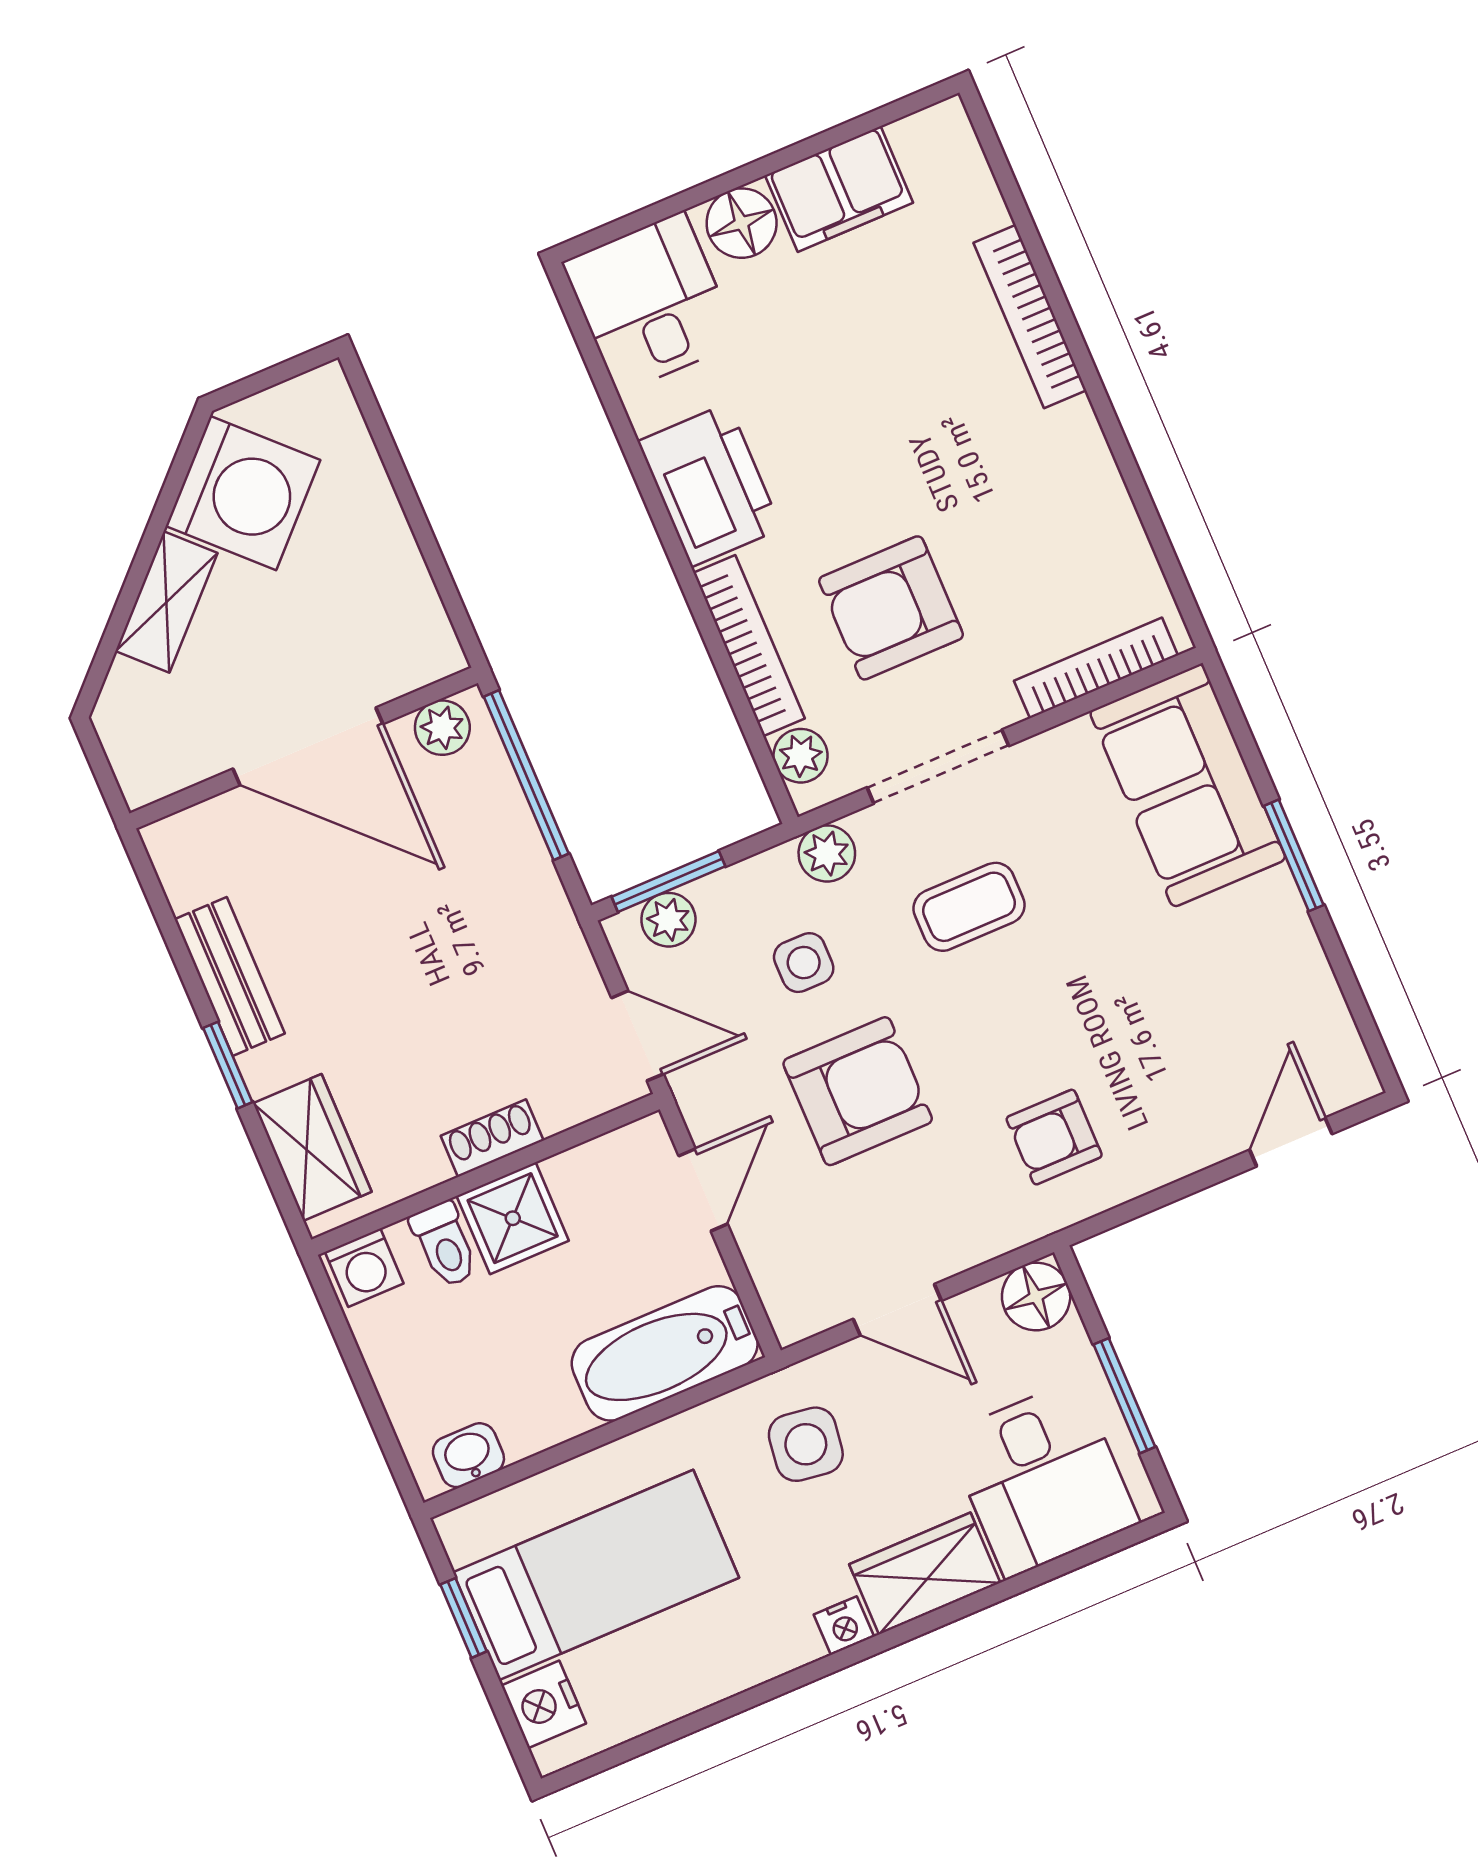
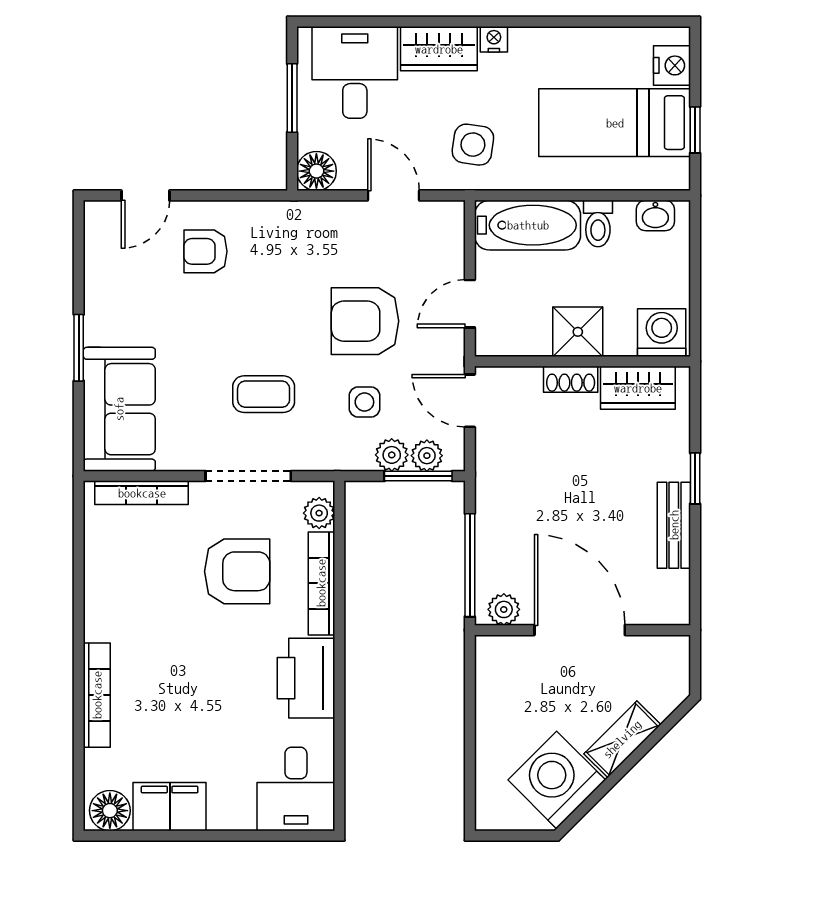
floor lamp: (742, 223) -> (110, 811), moved
plant: (827, 853) -> (392, 455), moved
armchair: (1054, 1137) -> (205, 251), moved, turned 180
wardrobe: (312, 1147) -> (638, 388), moved, turned -90
toilet: (445, 1244) -> (598, 224), moved, turned 180
washing machine: (364, 1268) -> (662, 333), width x1.38, depth x1.38

